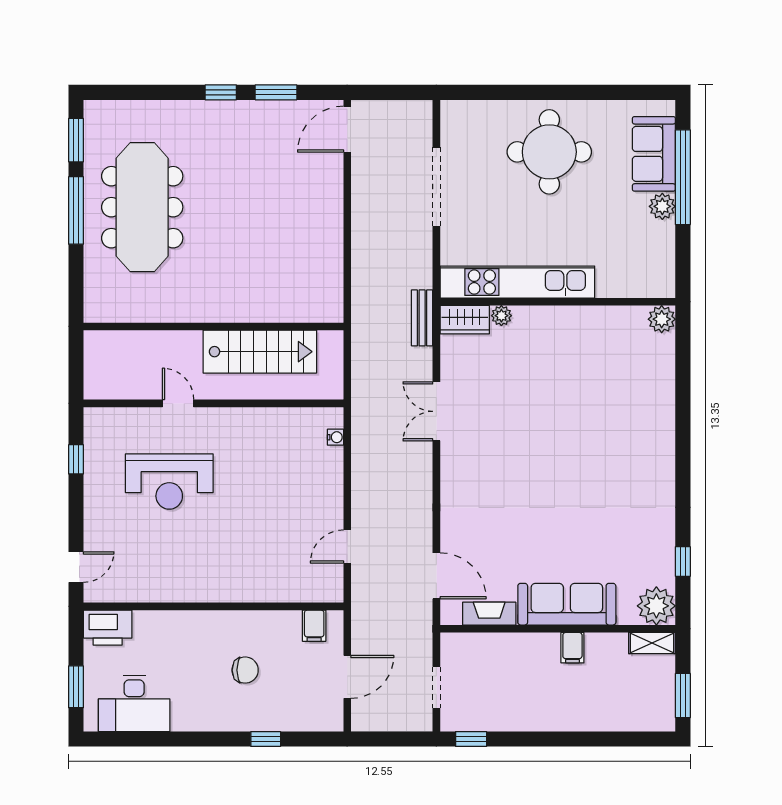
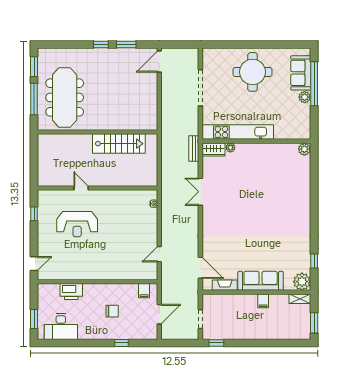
wall: (213, 326) -> (97, 132), moved
stairs: (260, 352) -> (119, 144), moved
printer: (108, 628) -> (71, 292), moved

